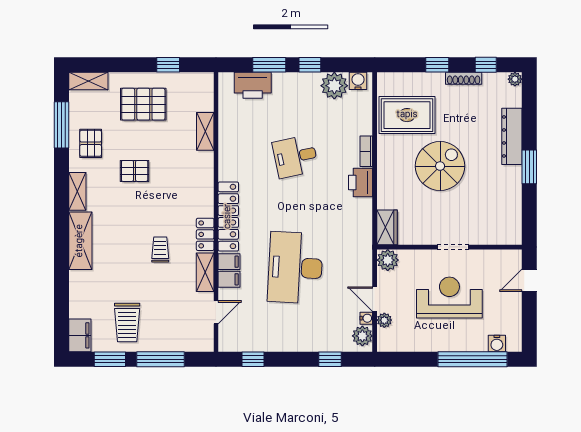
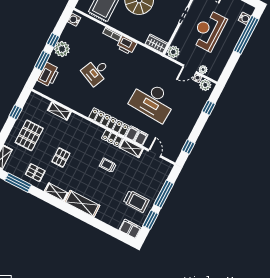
plant: (334, 86) -> (62, 49), moved
desk: (295, 156) -> (96, 72), turned 36

